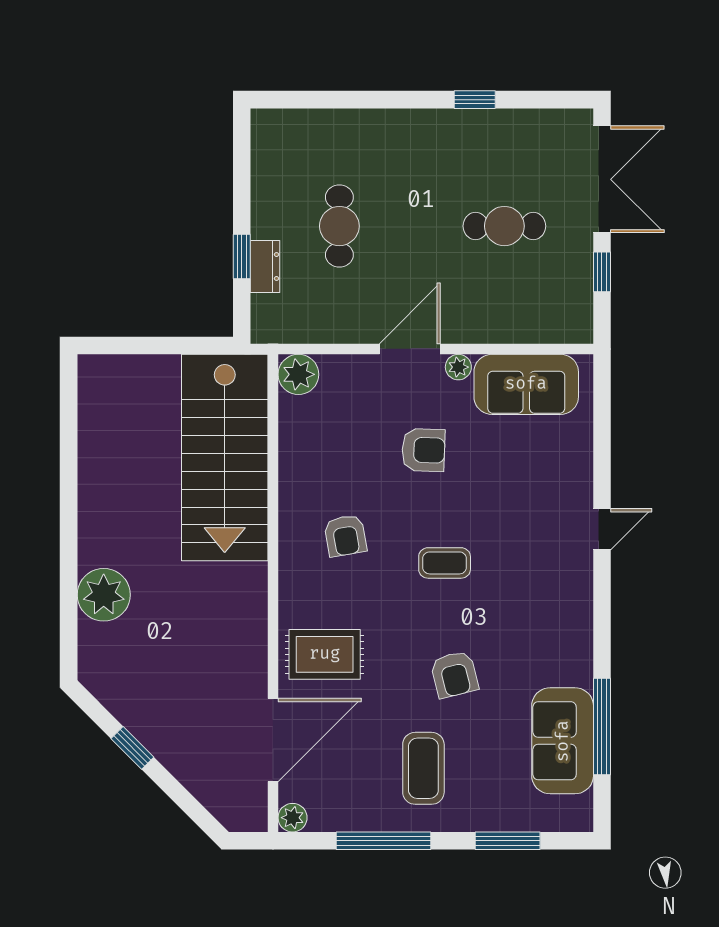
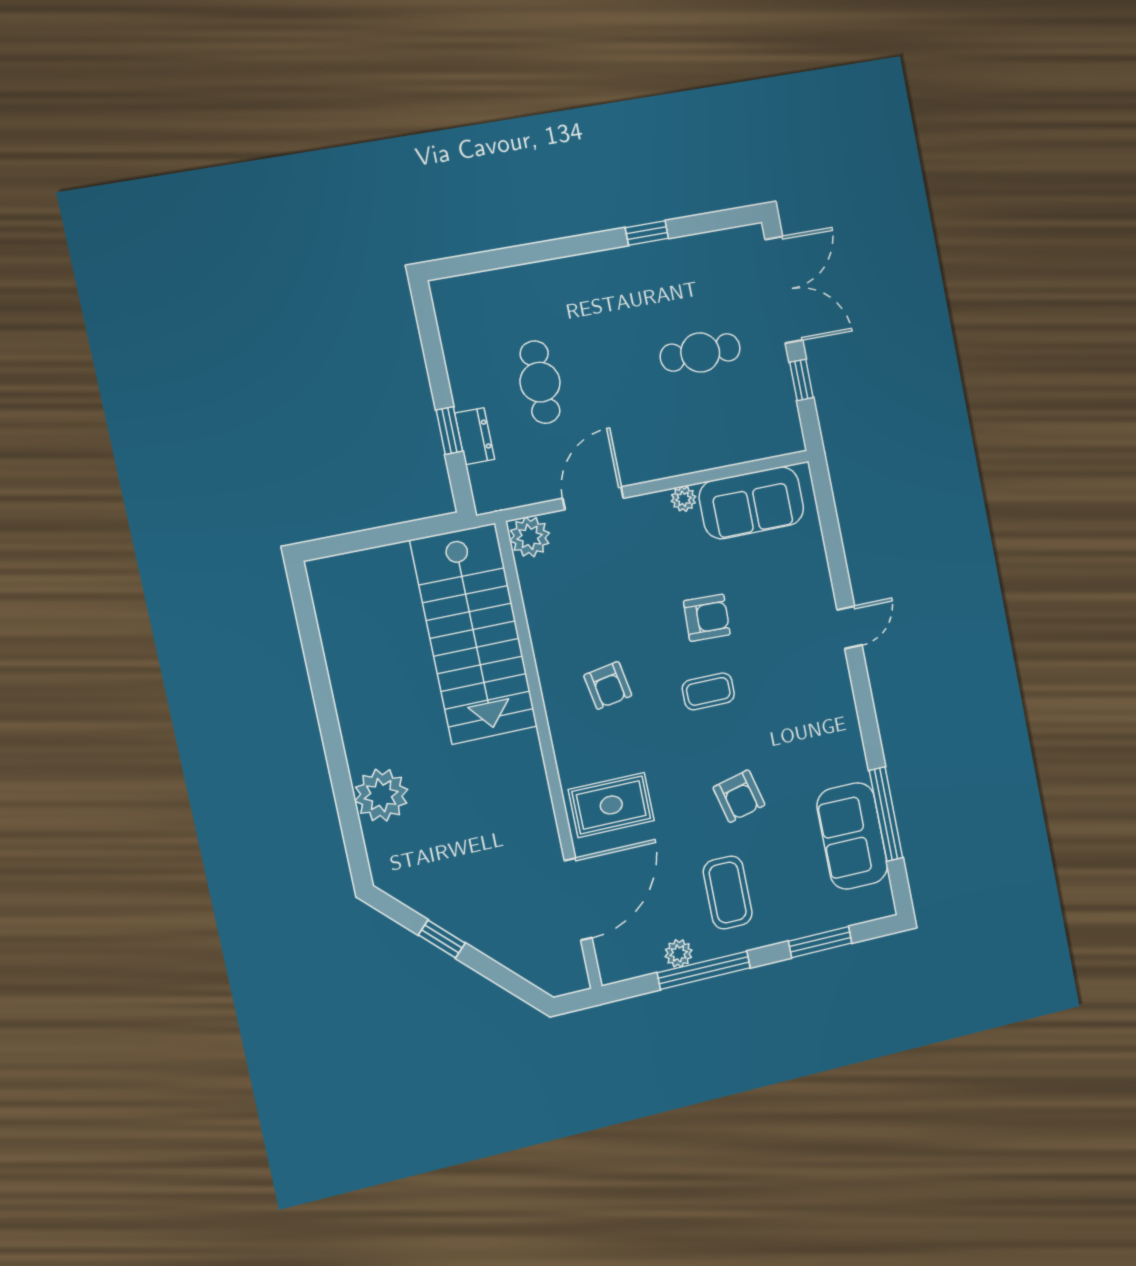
door: (410, 349) -> (593, 498), moved
armchair: (423, 450) -> (707, 618), moved
plant: (293, 818) -> (679, 953), moved

